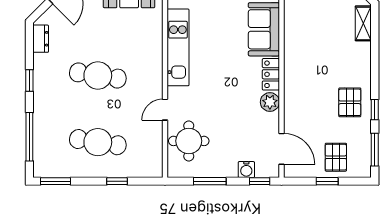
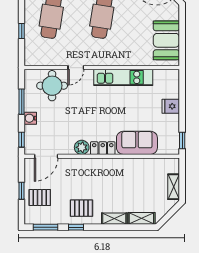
shelving: (364, 59) -> (114, 219), added
door: (165, 110) -> (76, 68), swing flipped
water cooler: (246, 170) -> (30, 118), moved

